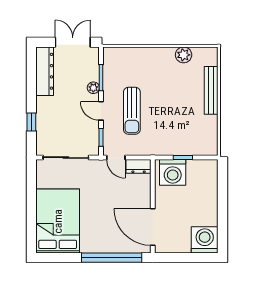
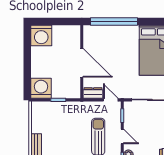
washing machine: (173, 172) -> (41, 88), moved
door: (153, 227) -> (82, 63), moved

